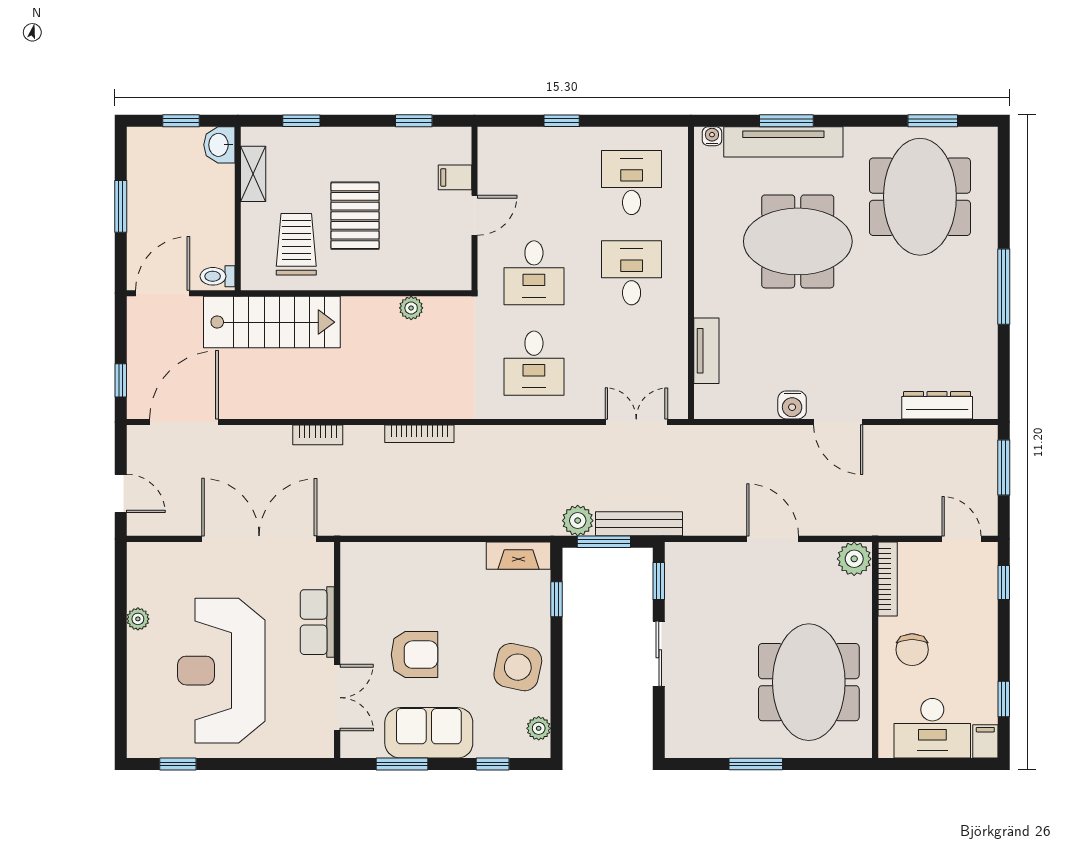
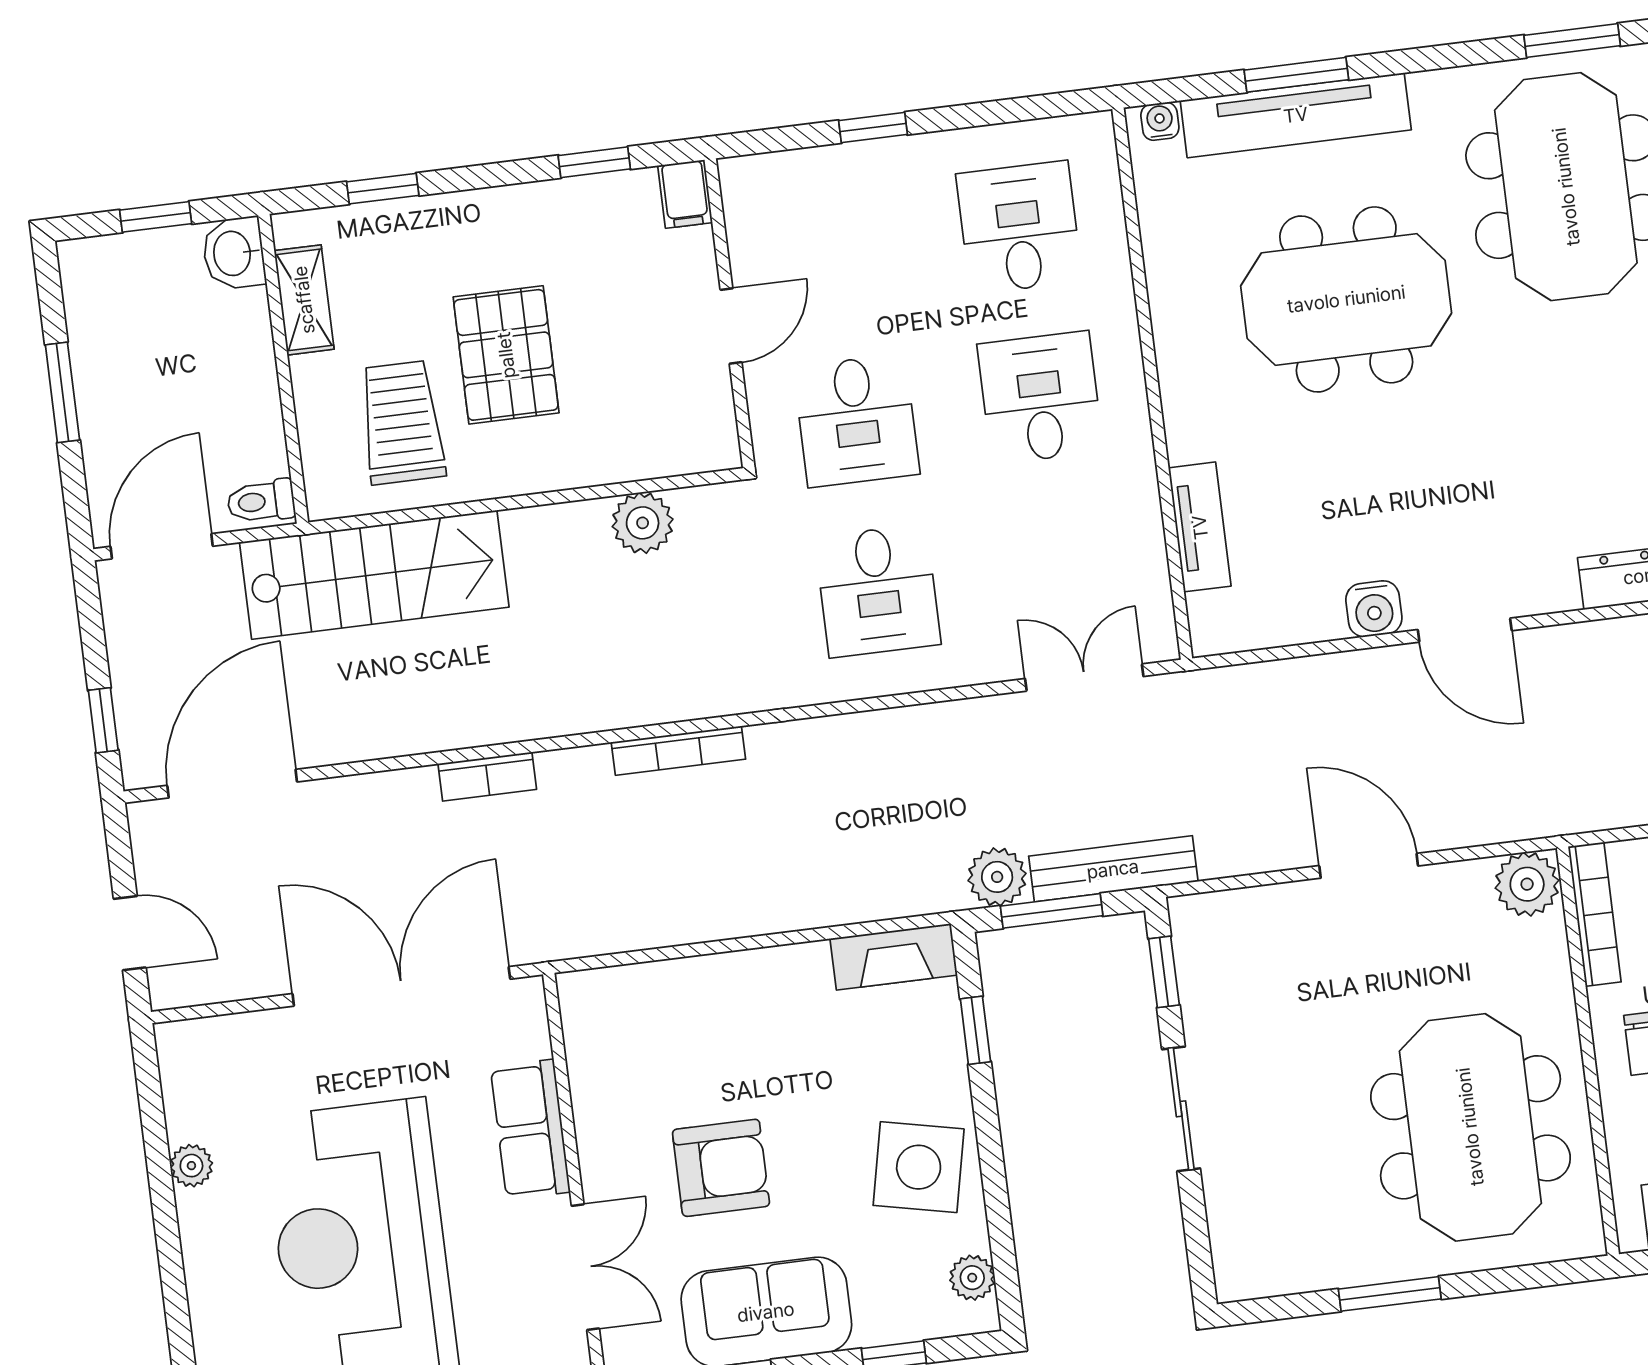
filing cabinet: (455, 177) -> (685, 194), moved, turned -90
plant: (411, 308) -> (643, 523), width x1.38, depth x1.38

